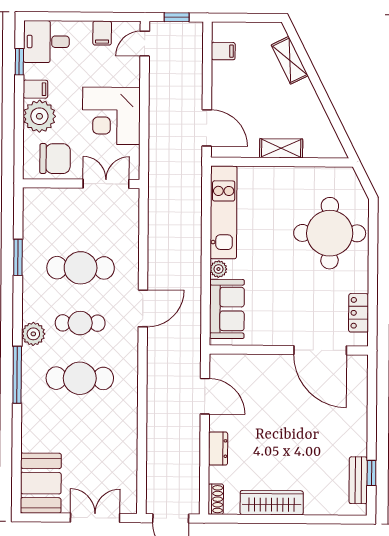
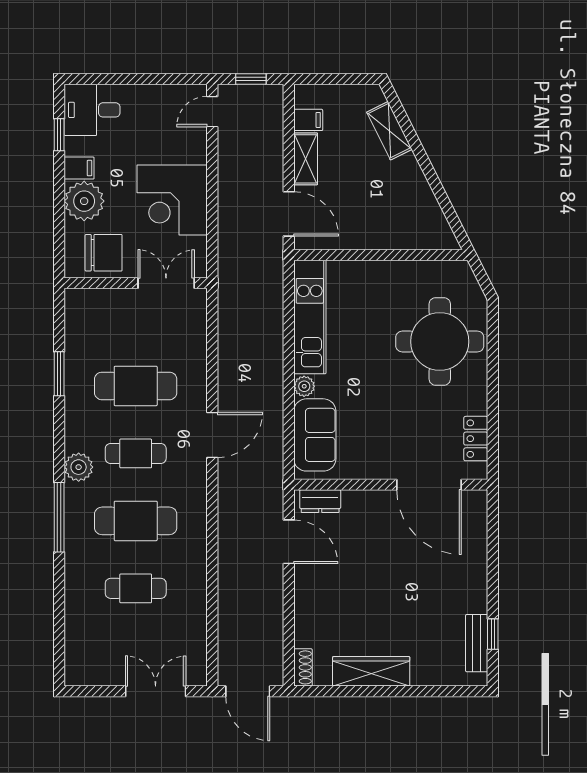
filing cabinet: (102, 33) -> (160, 99), removed
shelving: (281, 148) -> (306, 159), moved, turned 90
cafe table: (79, 433) -> (136, 588), added
dresser: (218, 449) -> (320, 501), moved, turned 90
booth: (41, 483) -> (89, 649), removed

